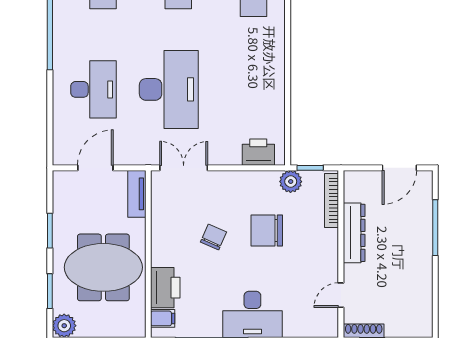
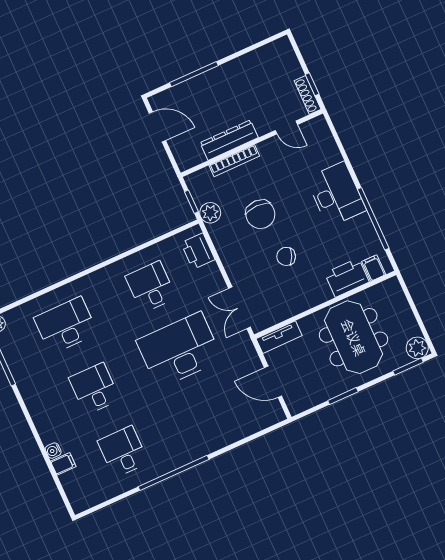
desk: (93, 89) -> (151, 287), moved, width x0.73
bookcase: (332, 201) -> (234, 161), moved
window: (50, 291) -> (408, 367), moved

